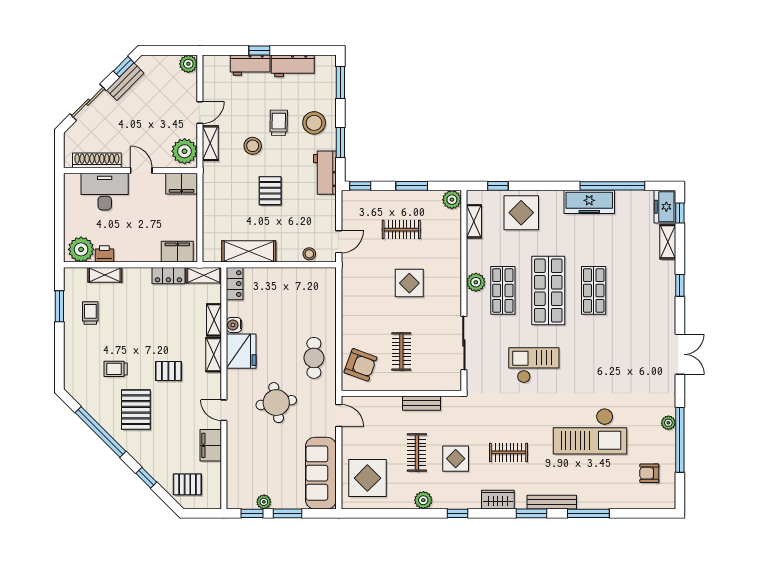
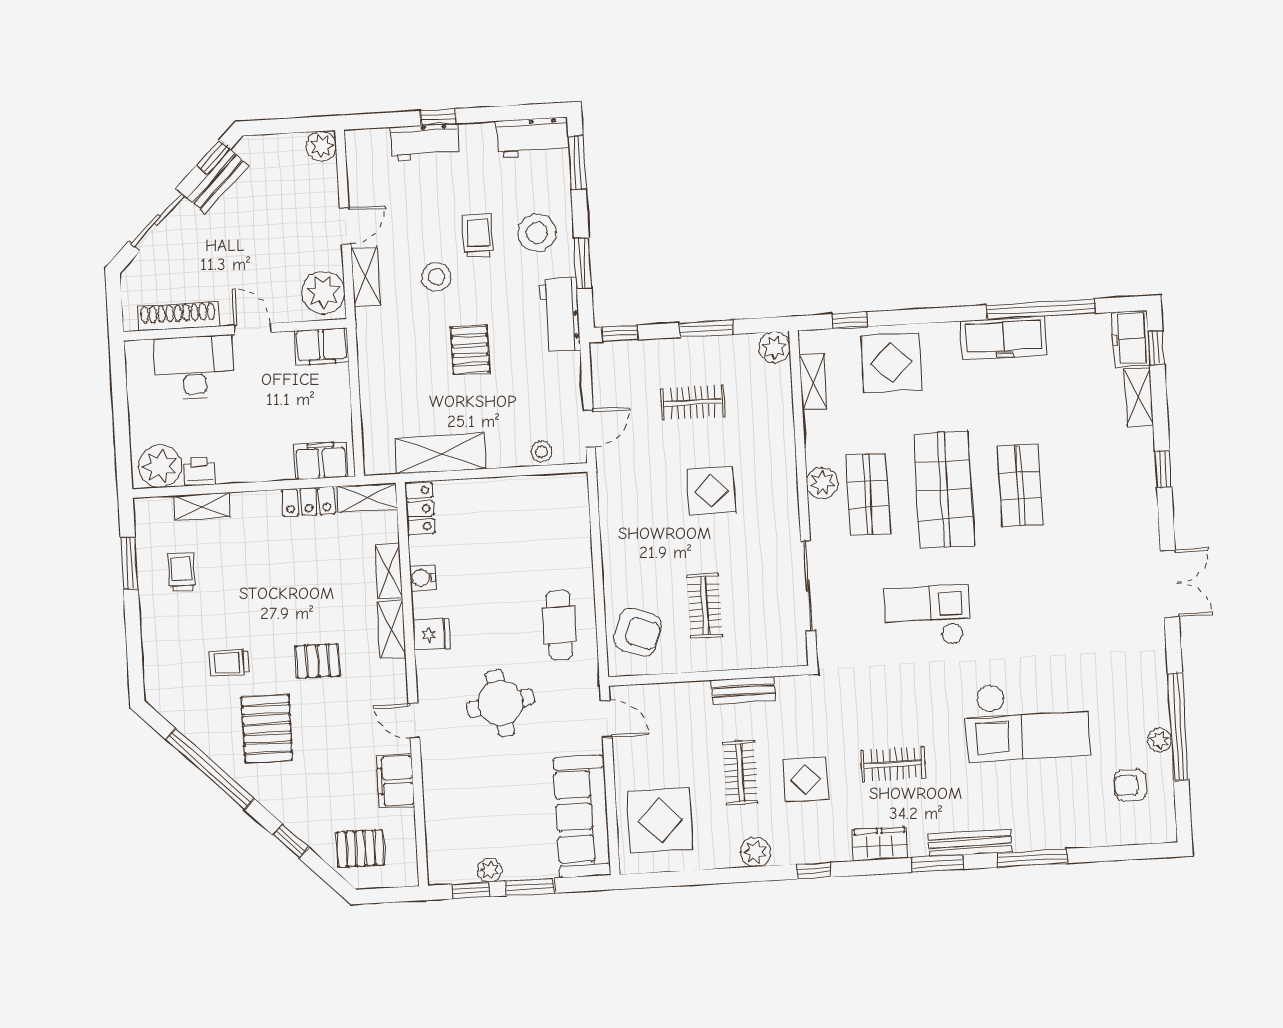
workbench: (293, 66) -> (533, 137), moved
fridge: (241, 351) -> (432, 635), width x0.53, depth x0.75
plant: (668, 423) -> (1160, 740), moved

